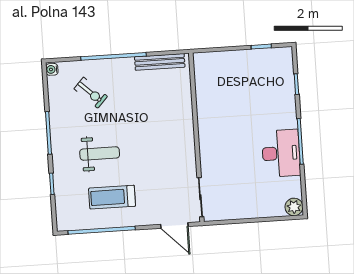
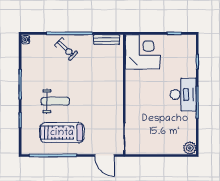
bench: (160, 62) -> (107, 39), width x0.73
corner desk: (219, 76) -> (143, 52), added
exercise bike: (91, 93) -> (66, 49), moved
desk: (281, 153) -> (183, 95), moved
treadmill: (112, 197) -> (62, 133), width x1.37, depth x1.38

